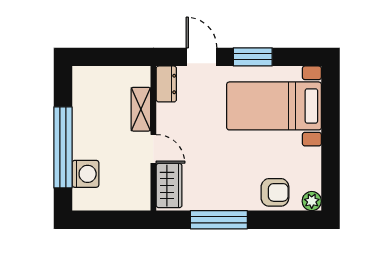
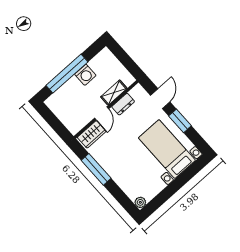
dresser: (166, 84) -> (123, 104), moved
washing machine: (85, 174) -> (85, 75), moved
armchair: (275, 192) -> (130, 183), removed

